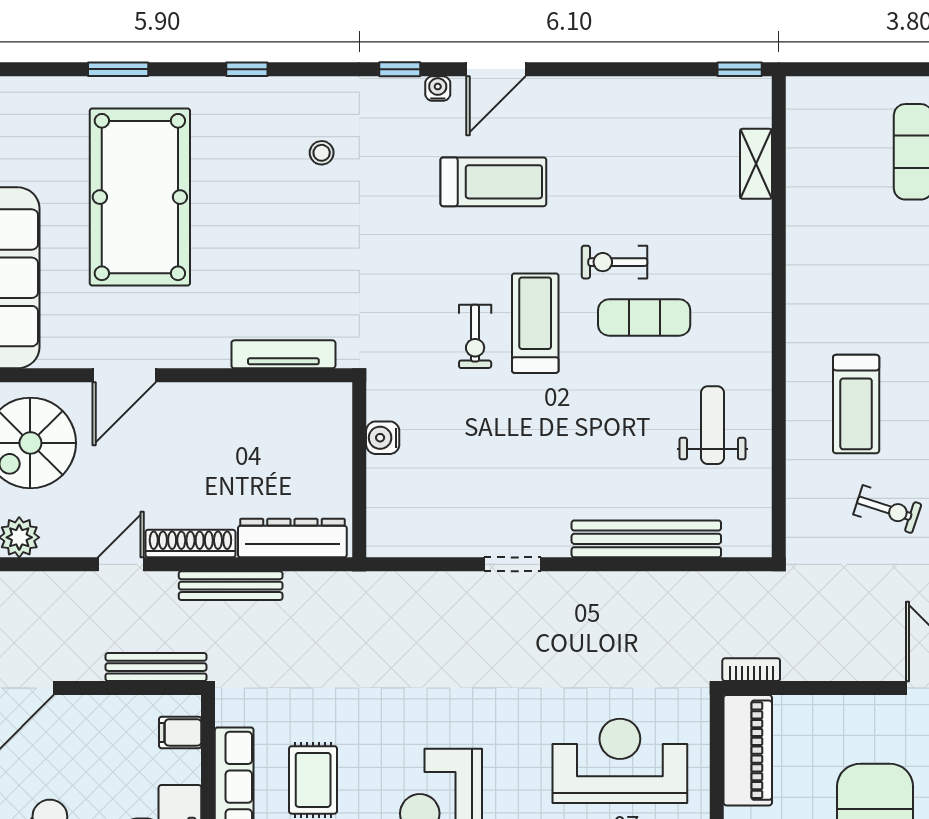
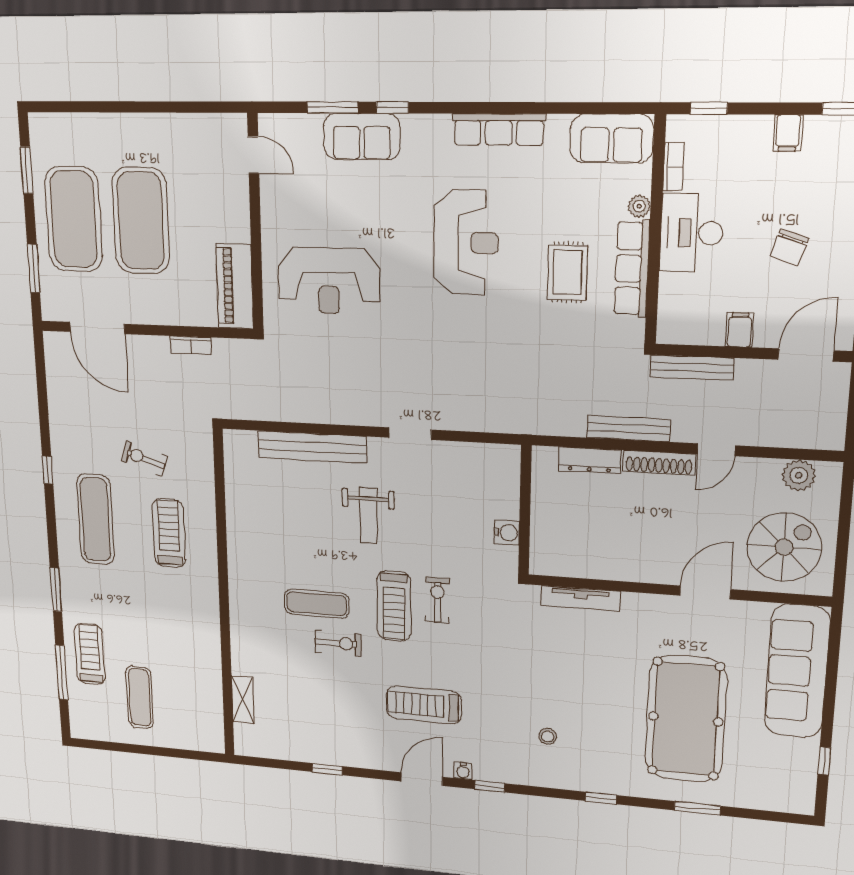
window: (740, 69) -> (327, 769), moved
weight bench: (712, 425) -> (368, 516), moved
dresser: (292, 538) -> (589, 460), width x0.73, depth x0.80
bookcase: (751, 670) -> (191, 345), moved
filing cabinet: (180, 732) -> (740, 330), moved, turned -90

